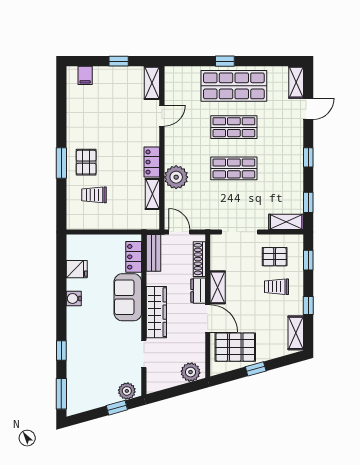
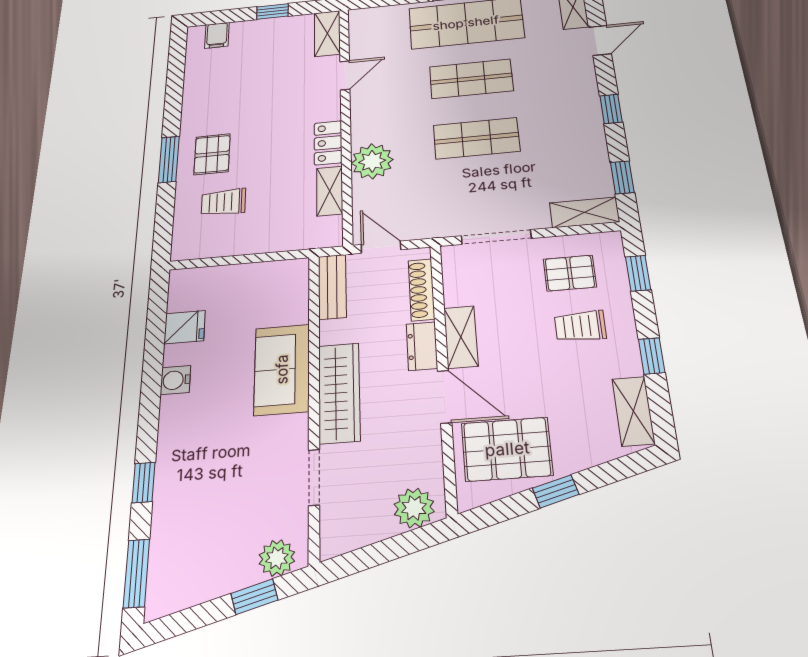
locker: (134, 257) -> (294, 296), removed

